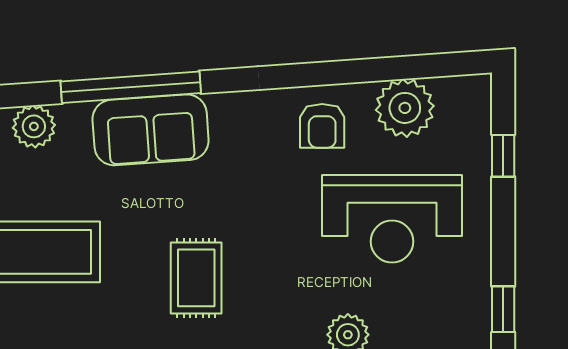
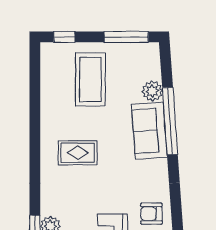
plant: (34, 126) -> (152, 91), moved

